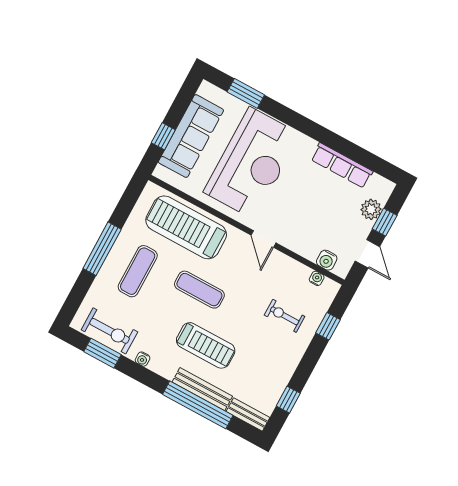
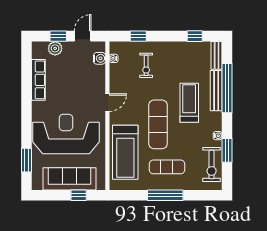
exercise mat: (199, 290) -> (158, 124), width x1.36, depth x1.45
exercise bike: (109, 331) -> (212, 164), turned 180
window: (102, 353) -> (227, 150), moved

